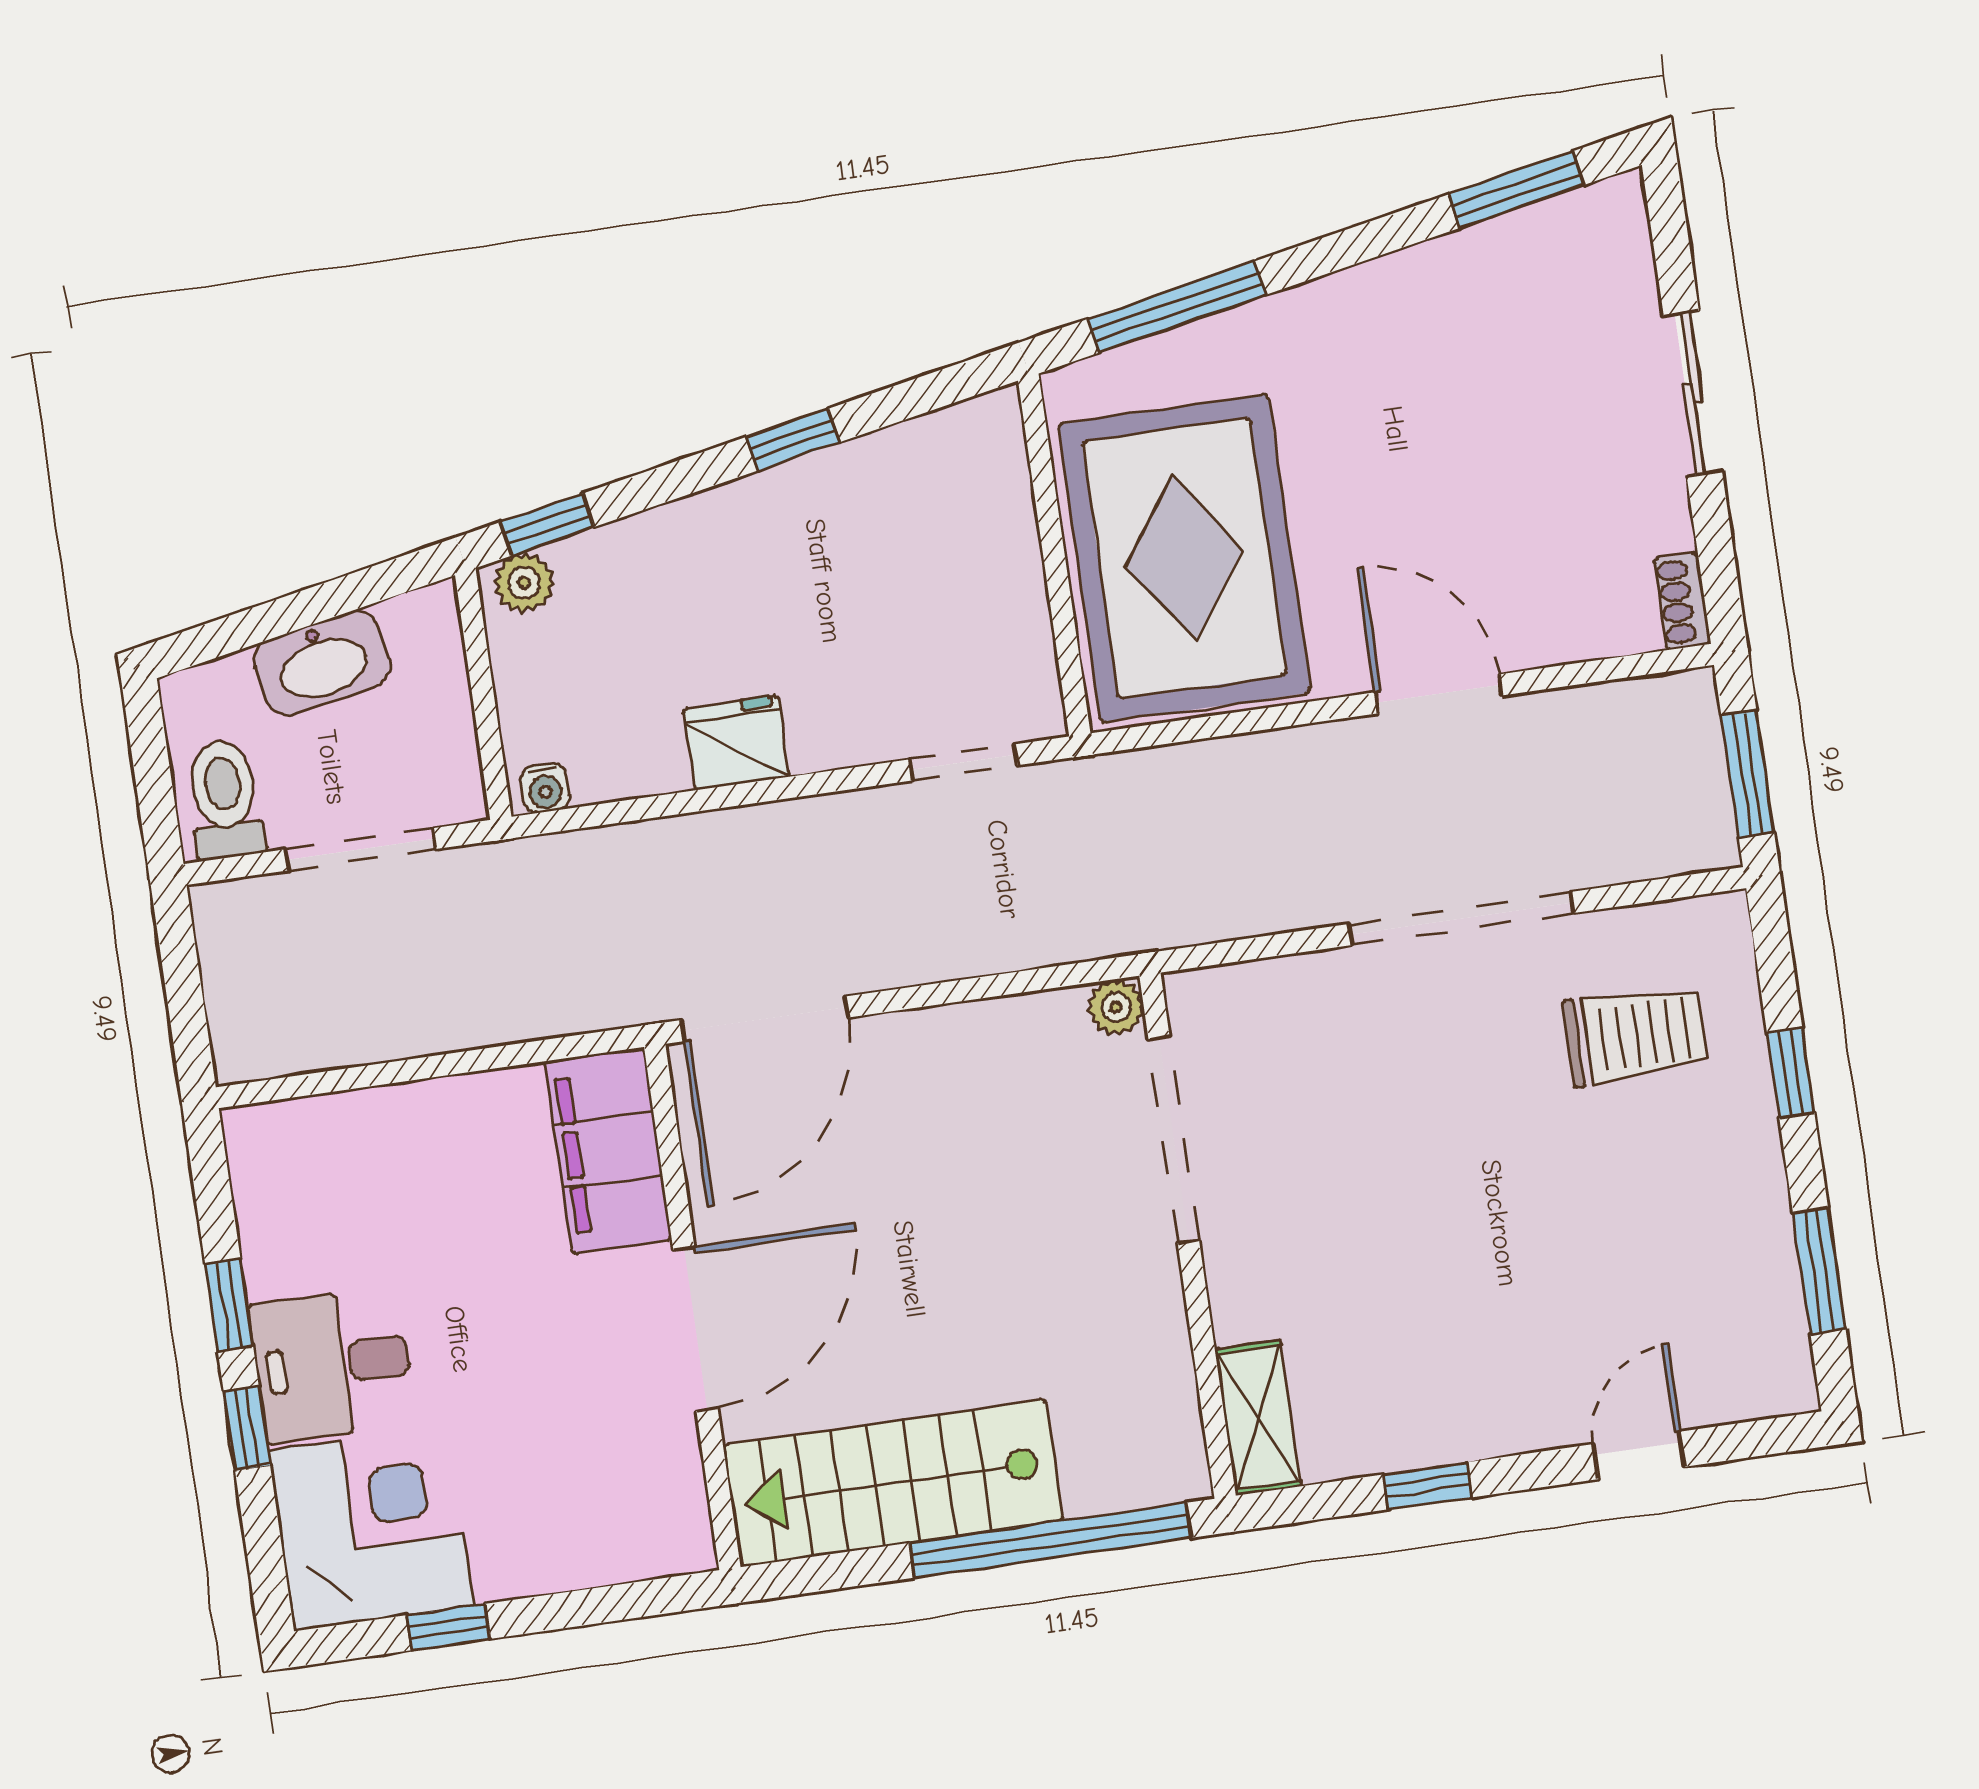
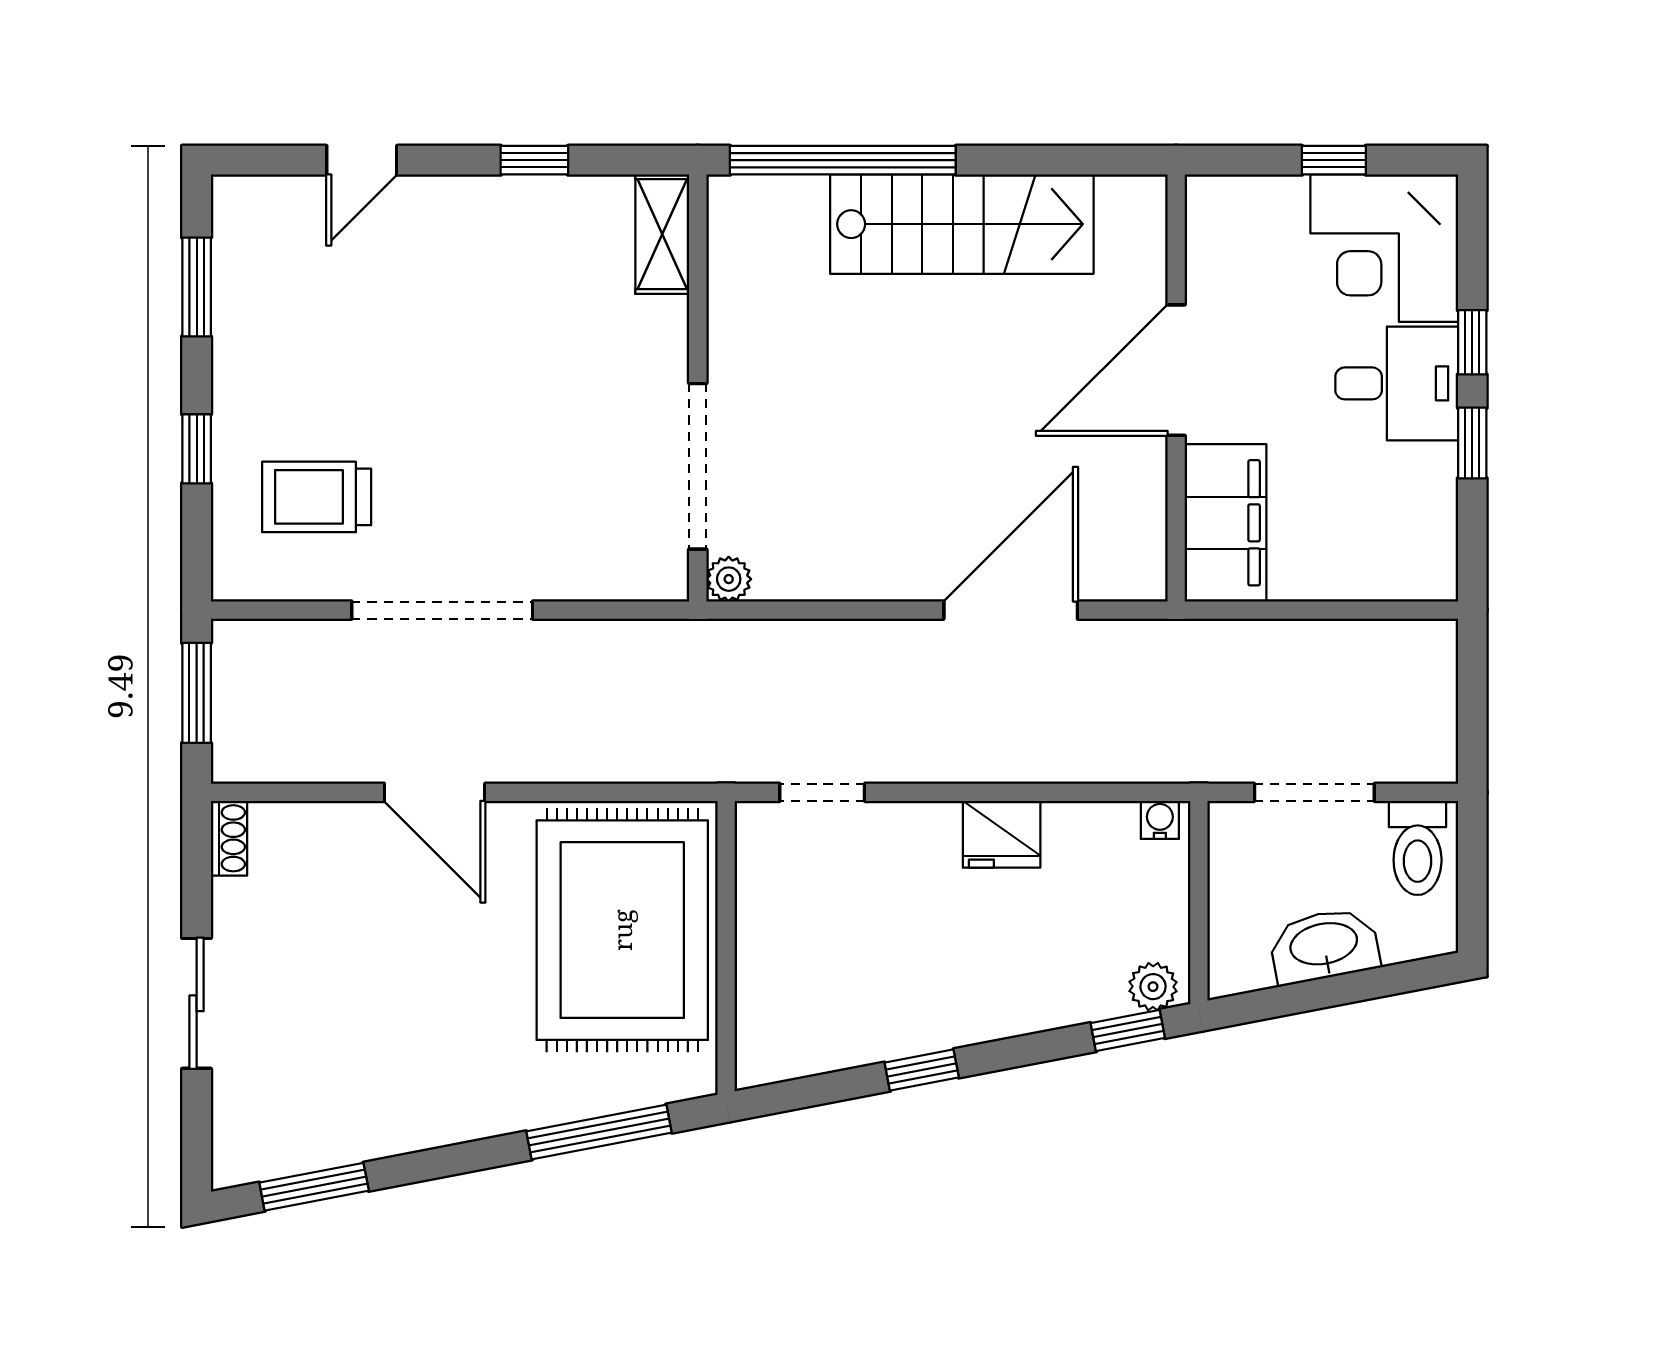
filing cabinet: (608, 1151) -> (1225, 523), moved
wall: (692, 1307) -> (1176, 388), moved
door: (695, 1329) -> (1176, 370), moved

